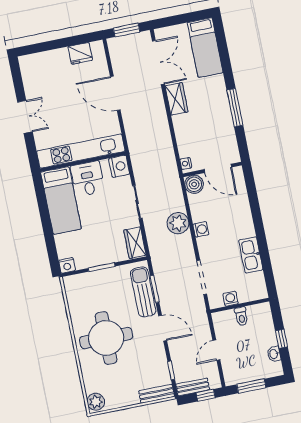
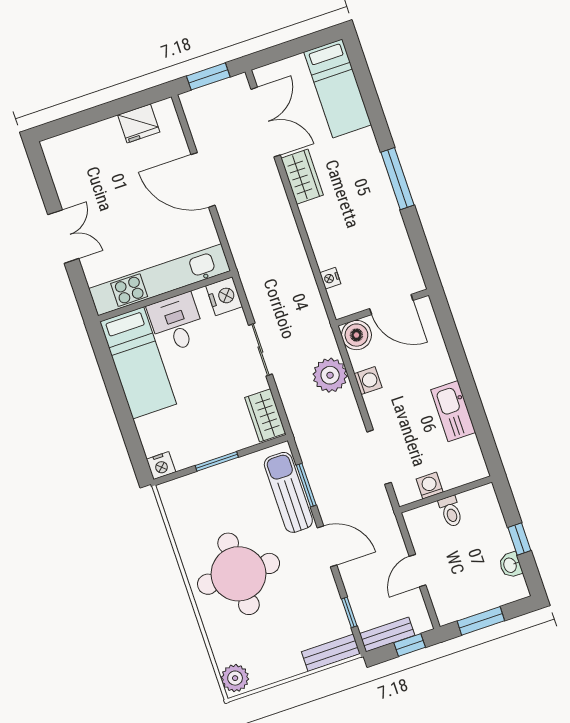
door: (218, 168) -> (391, 305), moved
wall: (212, 169) -> (382, 308), moved
boiler: (194, 184) -> (356, 335), moved

